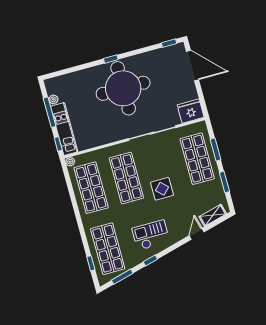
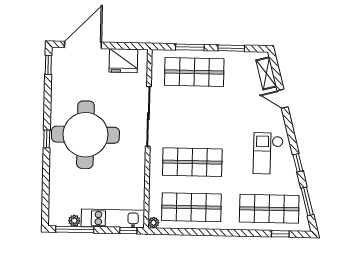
fridge: (191, 111) -> (123, 61), moved, turned -90
window: (50, 112) -> (75, 229), moved
display table: (162, 189) -> (217, 124), removed

